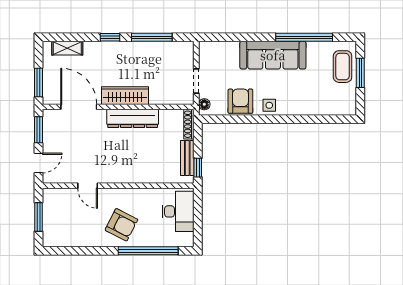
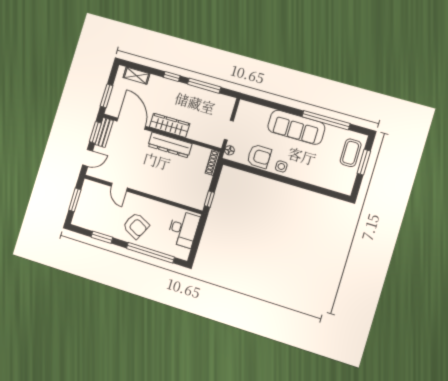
armchair: (240, 101) -> (259, 156), turned 90
bench: (187, 158) -> (104, 132), moved
window: (85, 251) -> (102, 237), added

